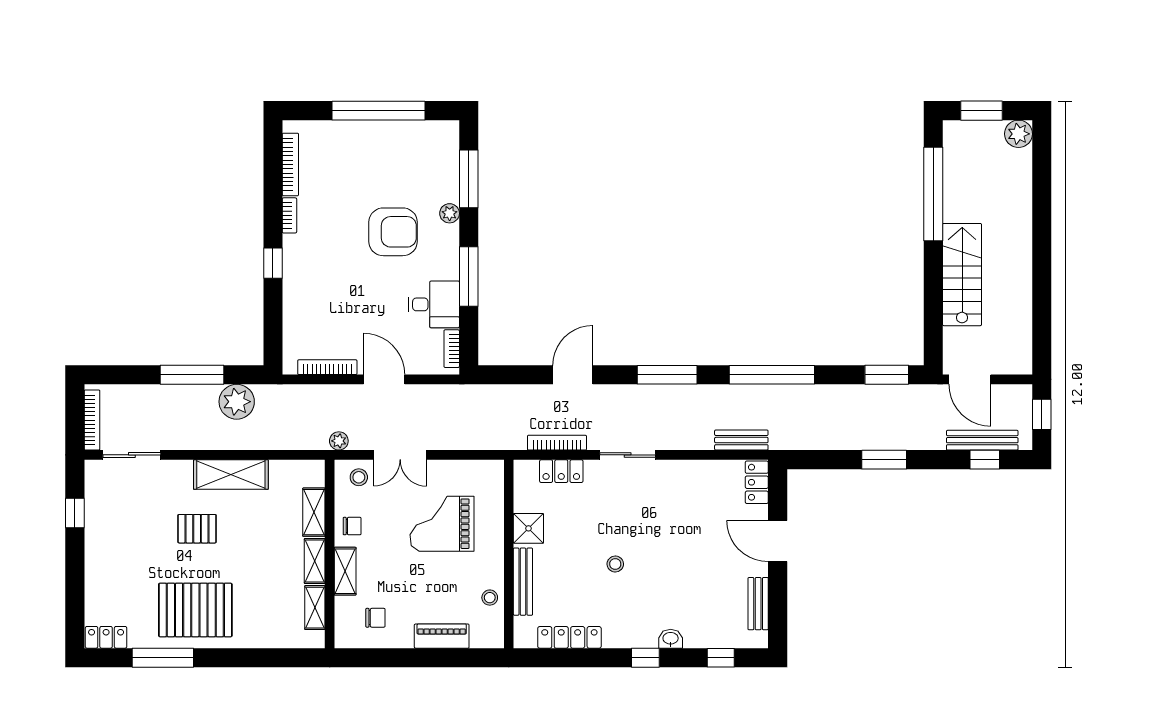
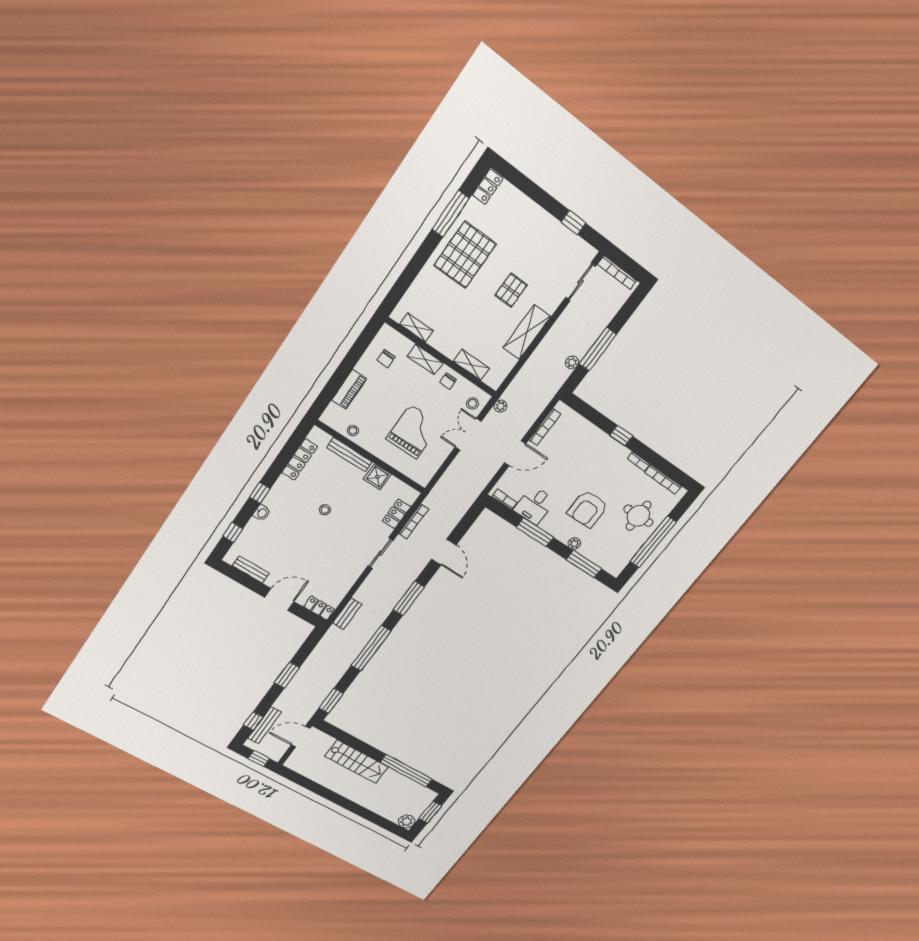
round table: (357, 158) -> (638, 516), added
plant: (237, 402) -> (572, 363), width x0.53, depth x0.53
shelving: (315, 561) -> (443, 346), removed

